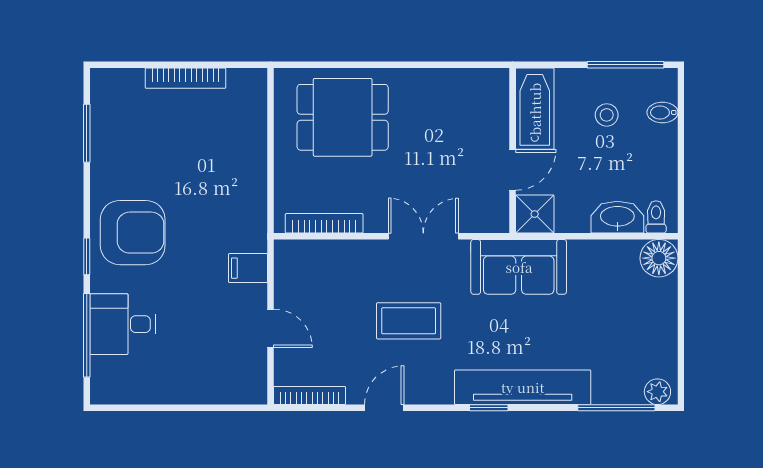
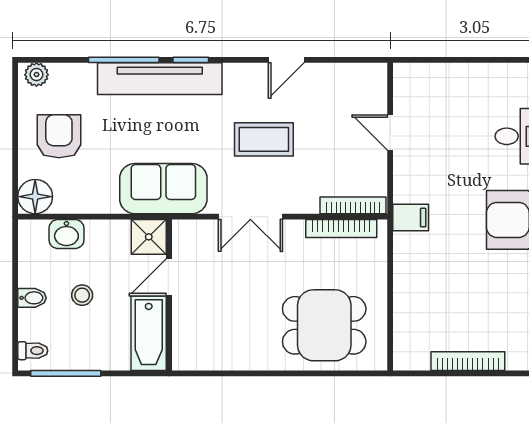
bidet: (662, 112) -> (32, 298), moved
stool: (607, 115) -> (82, 295), moved
washbasin: (617, 217) -> (66, 234), width x0.72
toilet: (656, 217) -> (33, 351), moved, turned -90
filing cabinet: (248, 268) -> (411, 218), moved
armchair: (633, 324) -> (59, 136), added
bookcase: (310, 395) -> (353, 205), moved, turned 180
window: (616, 408) -> (124, 60), moved

